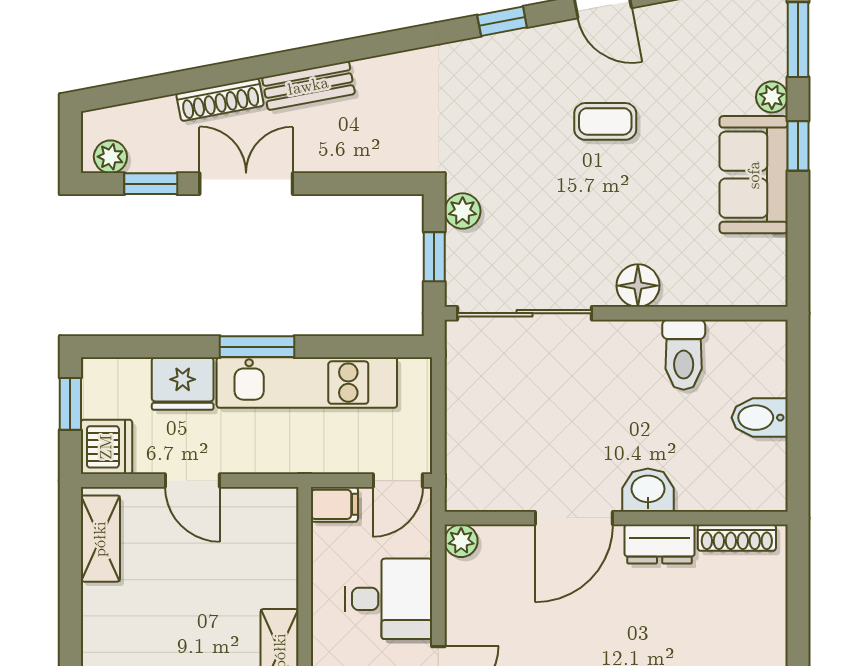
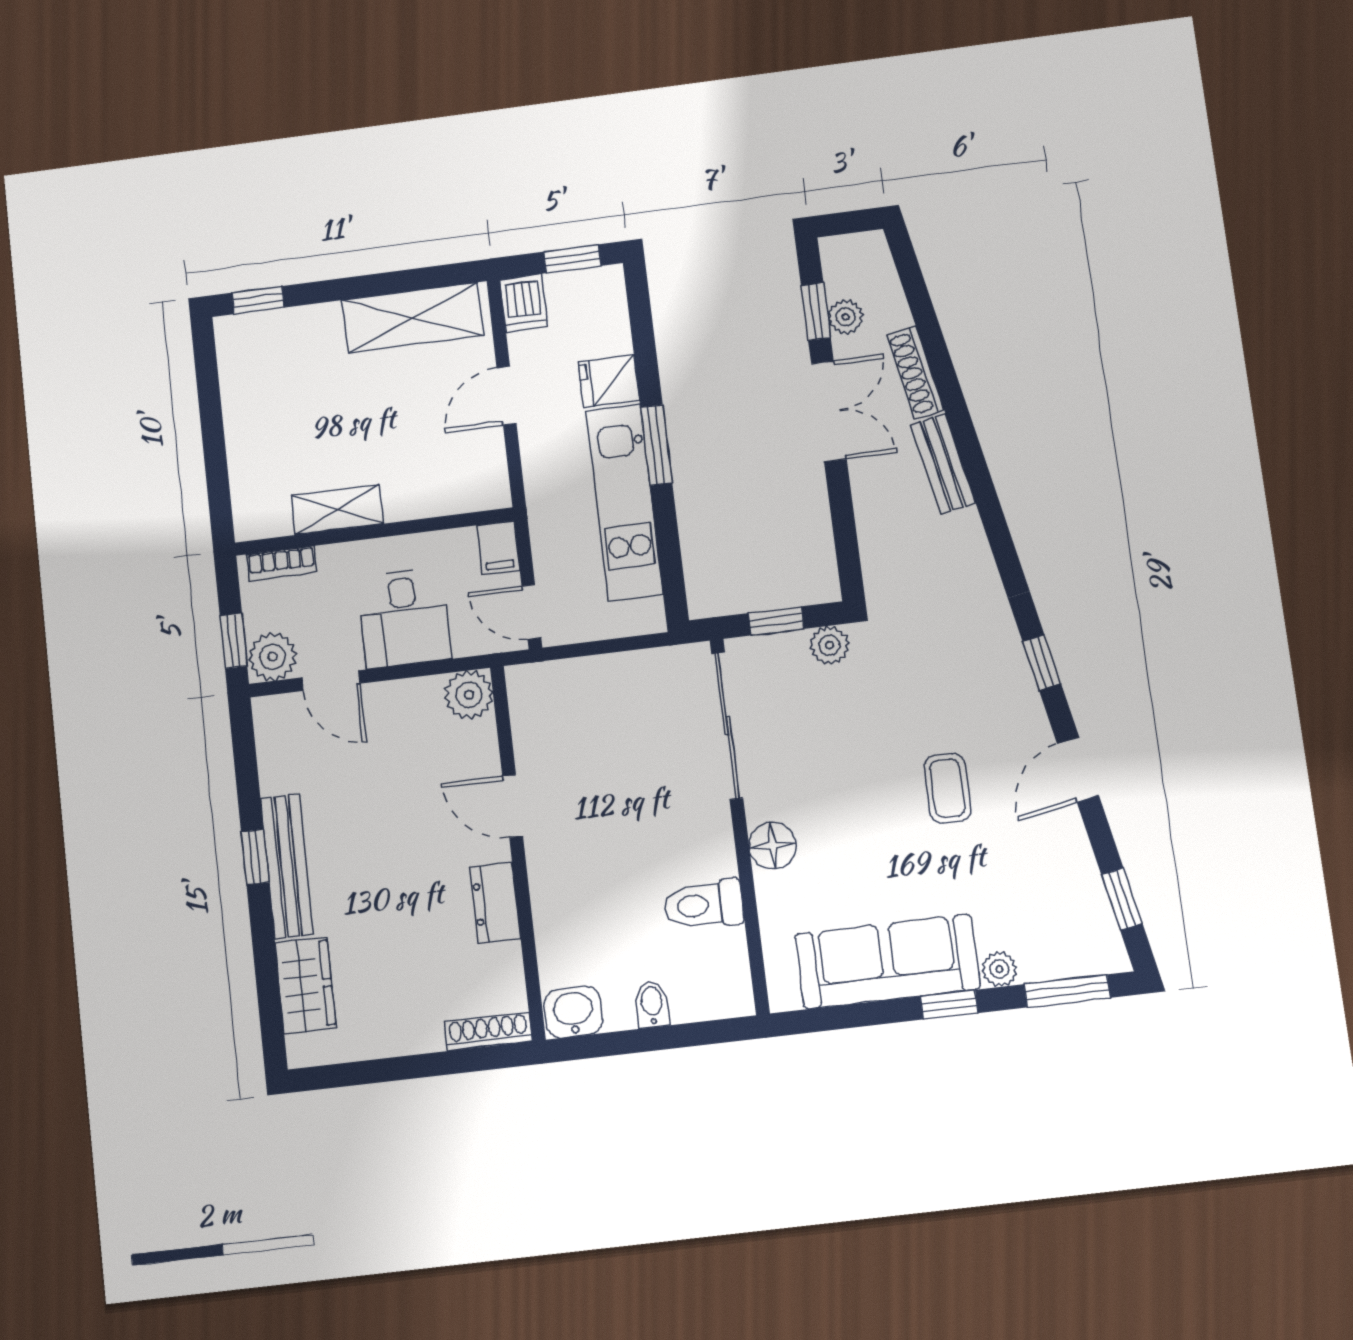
plant: (110, 157) -> (846, 317), moved
sofa: (754, 175) -> (887, 962), width x1.36
fridge: (183, 384) -> (609, 381), width x0.72
bidet: (760, 418) -> (652, 1004), width x0.72, depth x0.74
dishwasher: (106, 447) -> (524, 303), width x0.73
washbasin: (648, 490) -> (573, 1012), moved, turned -90
door: (574, 518) -> (513, 806), width x0.73
shoe rack: (737, 538) -> (488, 1031), moved, turned 90
shelving: (100, 539) -> (413, 318), width x1.50, depth x1.33
plant: (461, 541) -> (469, 695), width x1.38, depth x1.38

